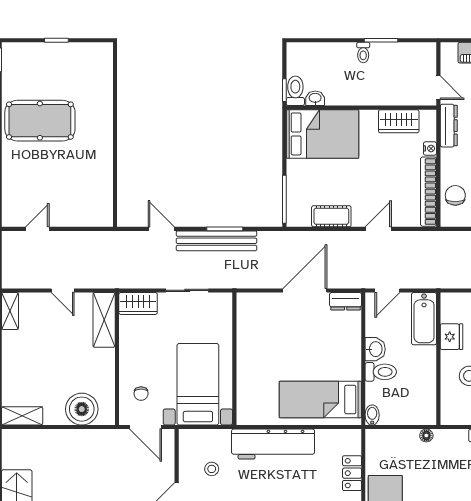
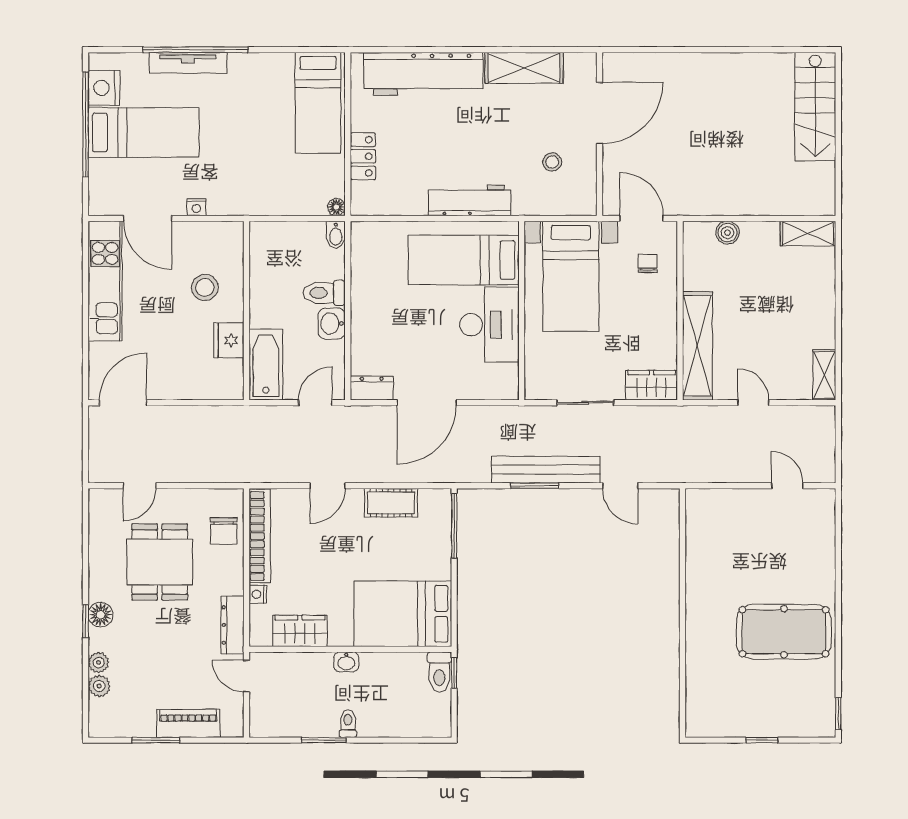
washbasin: (315, 98) -> (346, 662), moved
door: (37, 229) -> (787, 486), swing flipped
shelving: (104, 320) -> (697, 346), width x1.47
desk: (258, 348) -> (489, 325), added
bed: (320, 400) -> (464, 260), moved, turned 180
boiler: (82, 409) -> (727, 233), width x0.54, depth x0.54
floor lamp: (426, 436) -> (336, 207), moved
workbench: (273, 444) -> (469, 200), width x0.73, depth x0.76

